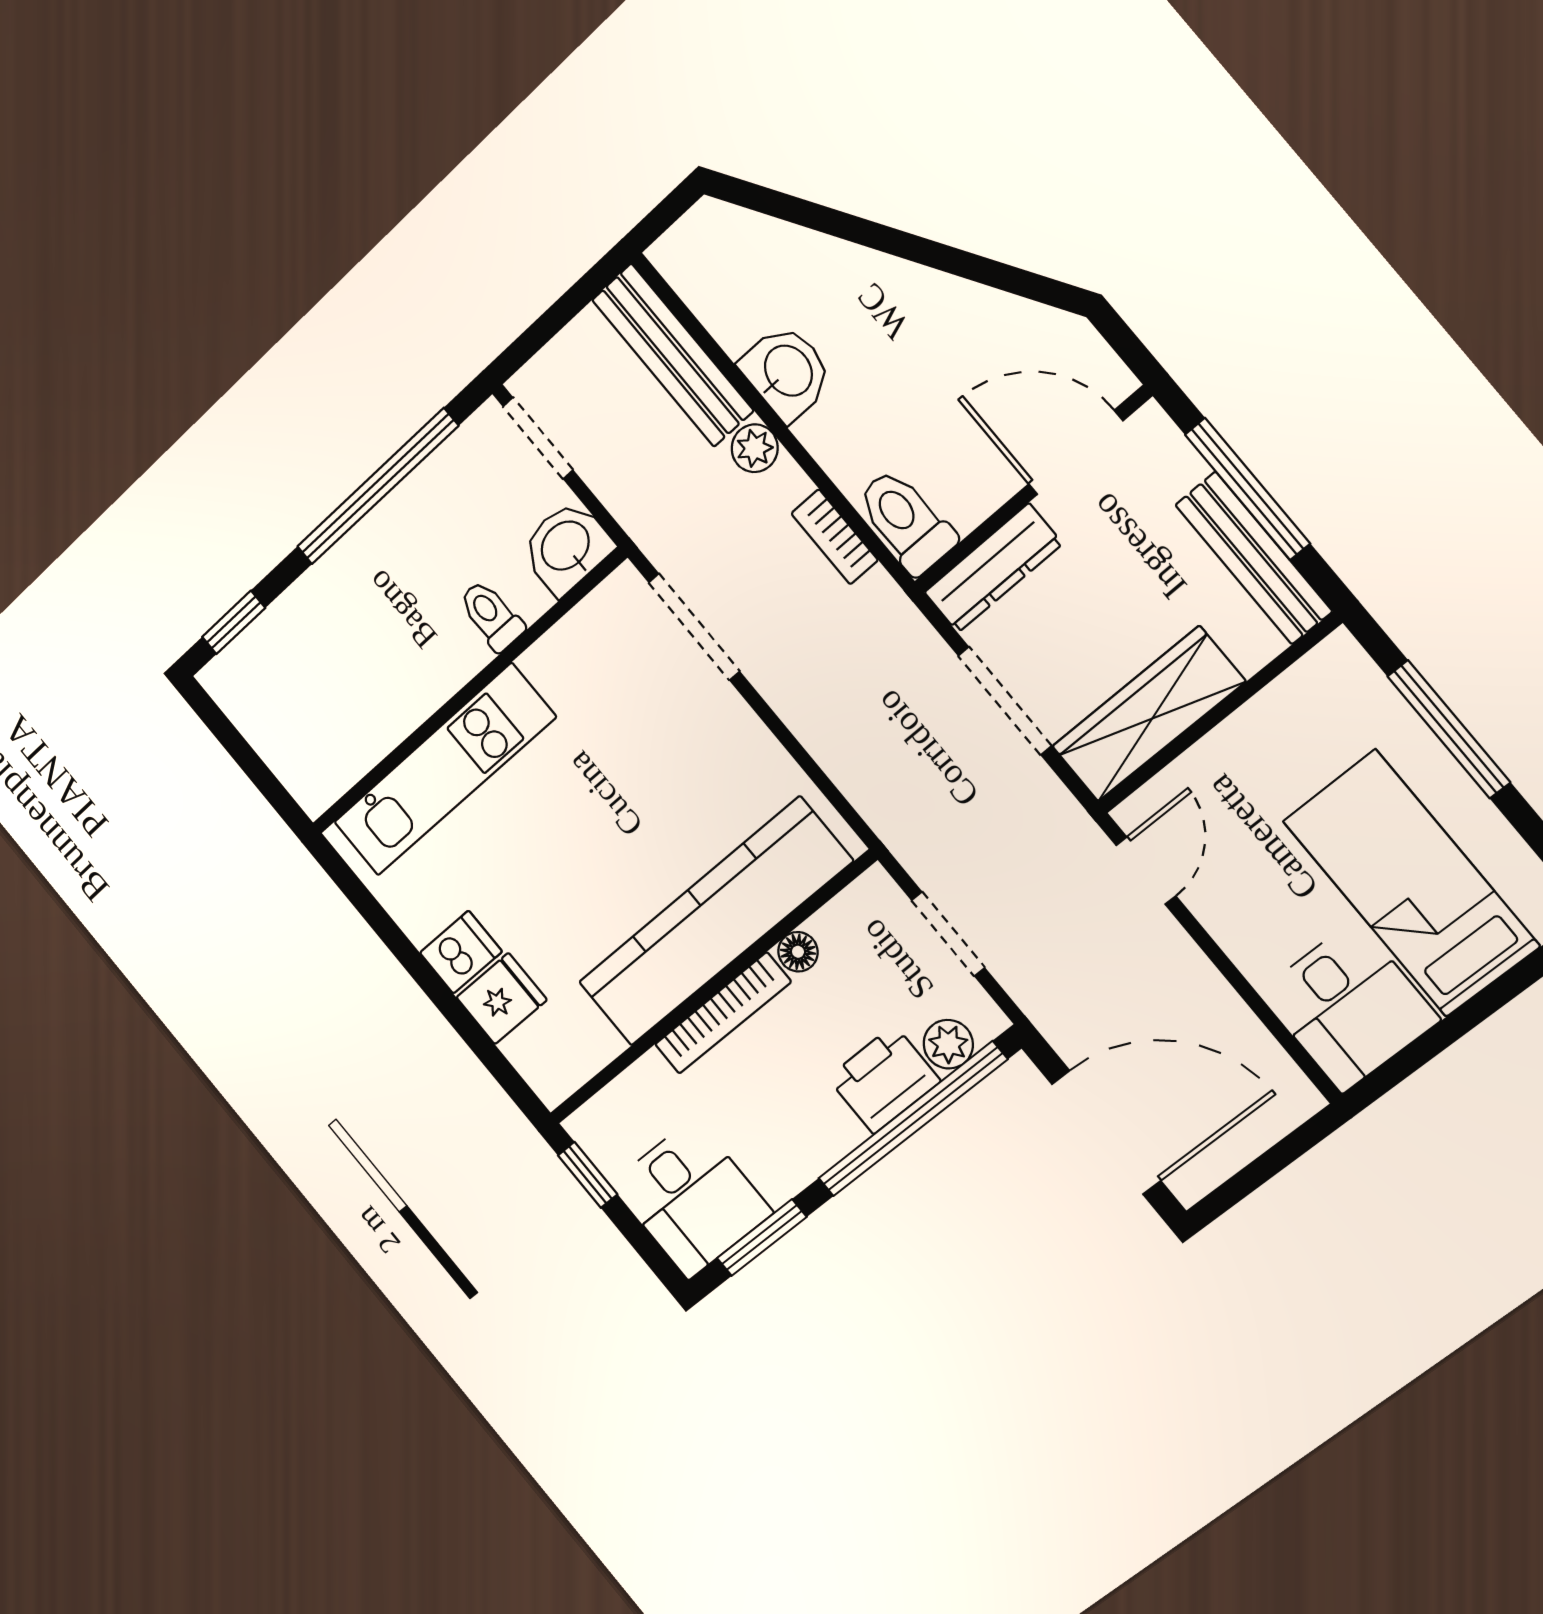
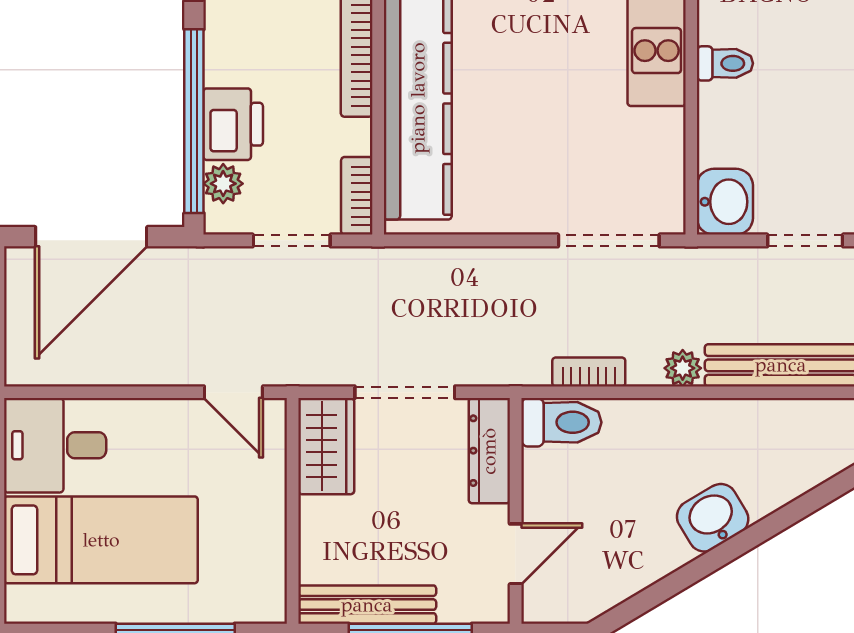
washbasin: (787, 372) -> (713, 518), moved, turned 149
door: (1076, 452) -> (516, 554), width x0.73
toilet: (491, 616) -> (725, 63), moved
wardrobe: (1148, 714) -> (326, 446), width x0.67
bookcase: (853, 906) -> (357, 196), added
floor lamp: (798, 952) -> (356, 137), removed

